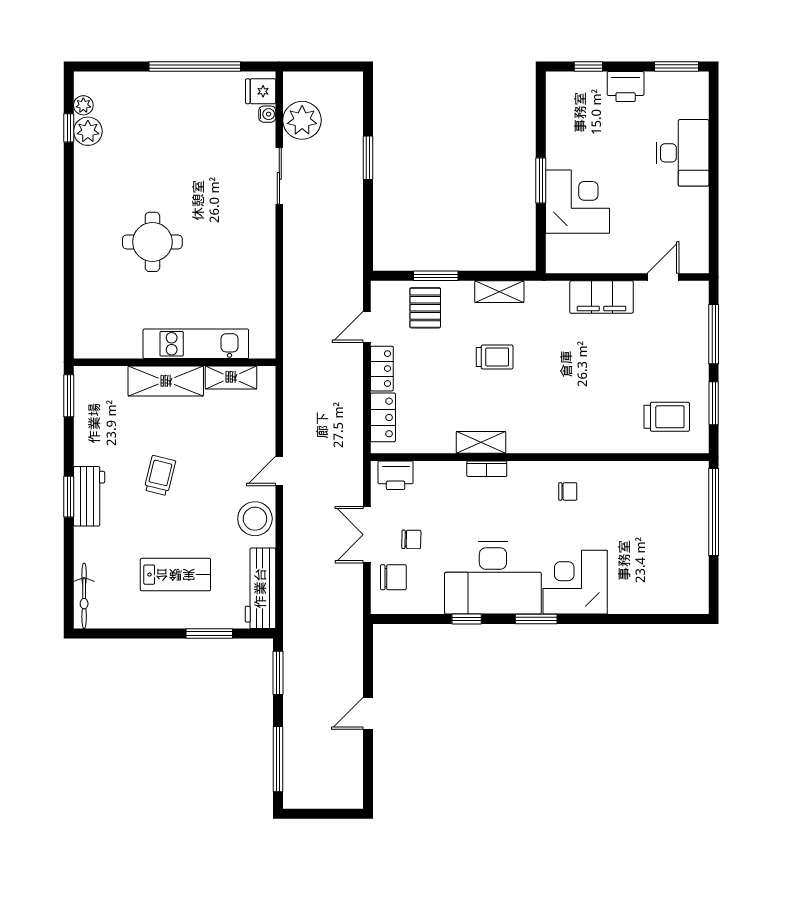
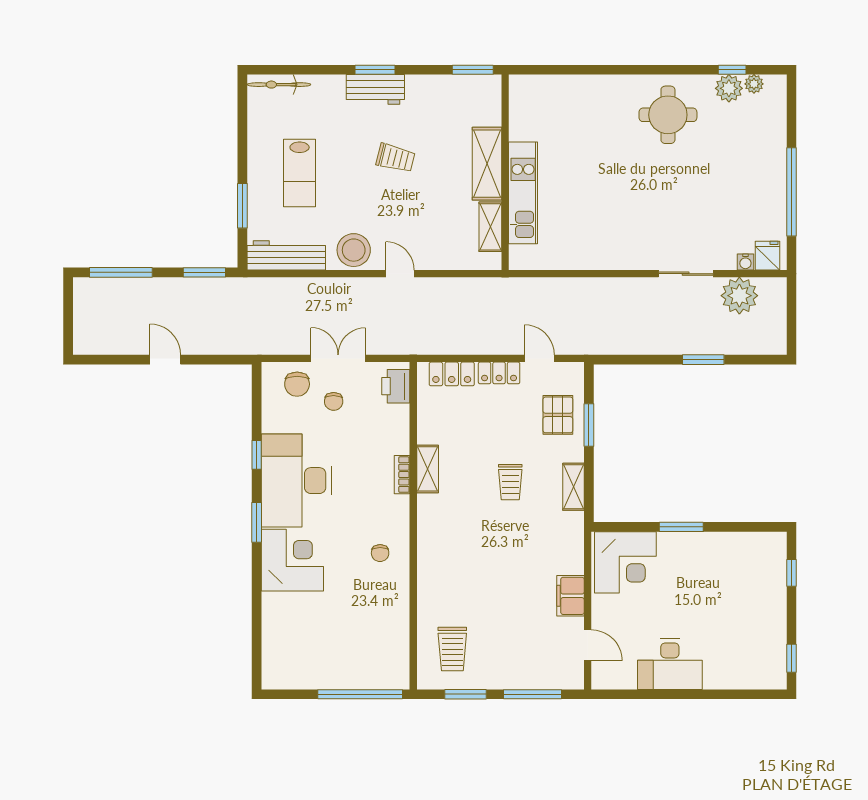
window: (676, 67) -> (791, 658), width x0.67
printer: (626, 87) -> (772, 609), removed
desk: (683, 153) -> (670, 664), moved
corner desk: (578, 202) -> (625, 562), moved
round table: (152, 242) -> (668, 115), moved
filing cabinet: (602, 297) -> (571, 596), width x0.67, depth x0.86
pallet: (425, 308) -> (558, 415), turned 90

